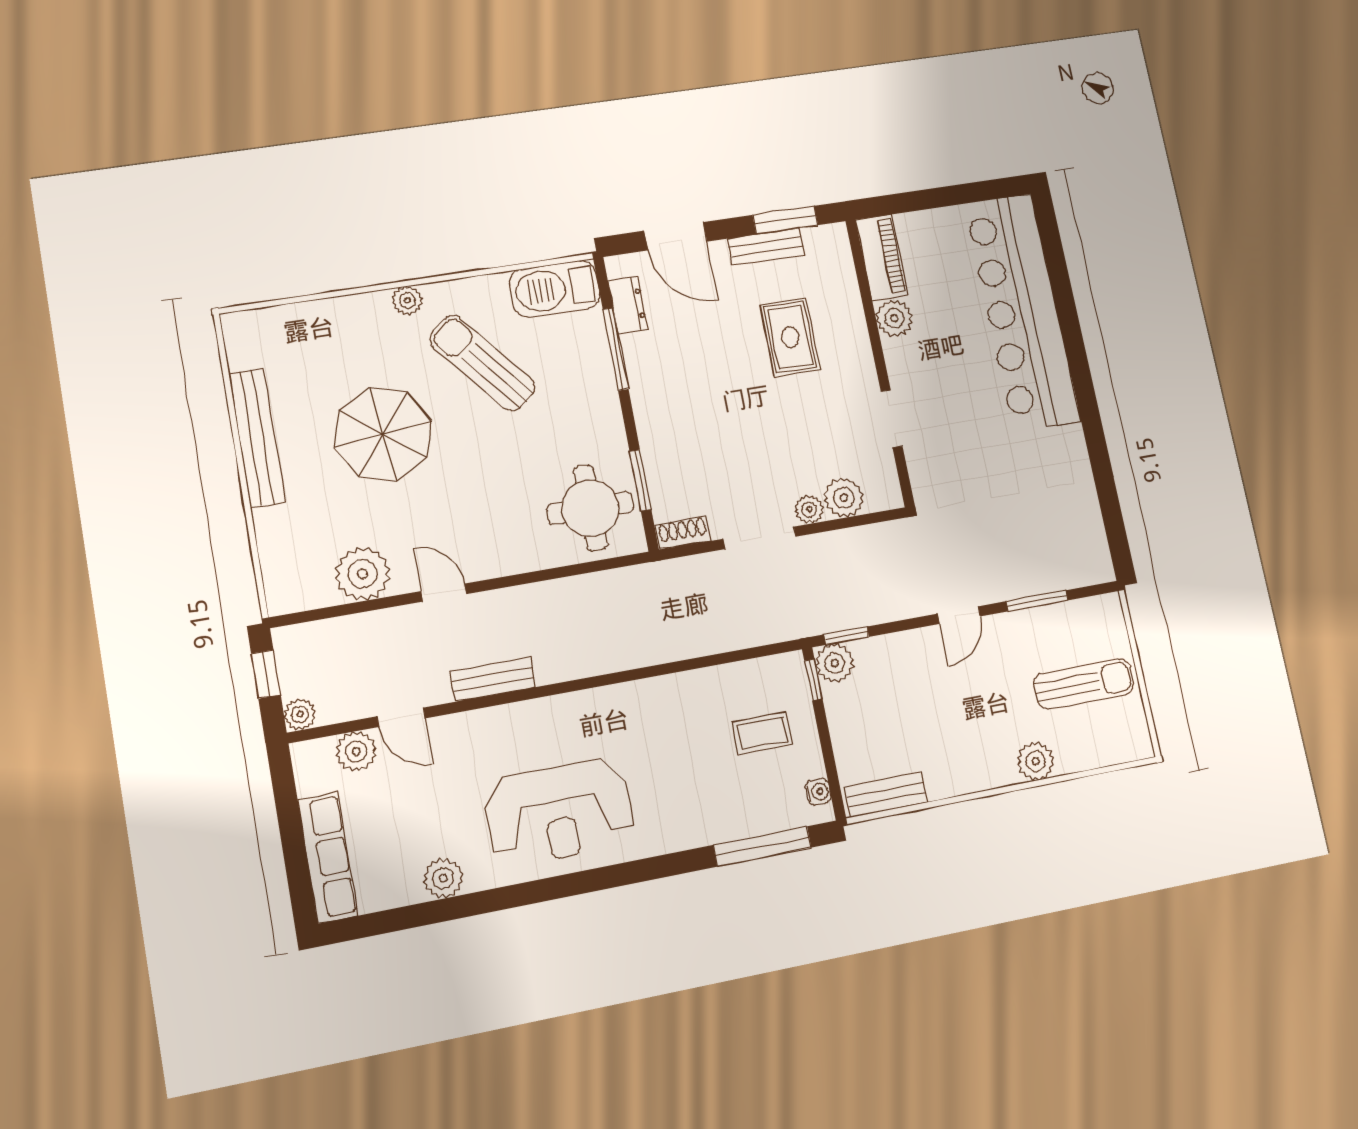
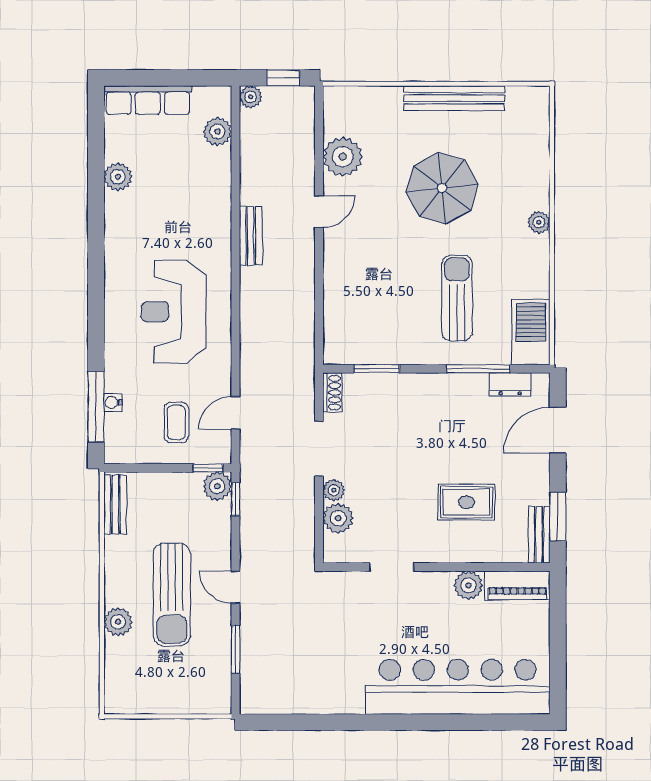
bench: (766, 247) -> (539, 535), moved
sun lounger: (482, 363) -> (457, 298), moved, turned -51
round table: (590, 508) -> (362, 328), removed
sun lounger: (1084, 684) -> (172, 595), moved, width x1.36, depth x1.34
door: (402, 717) -> (236, 413), moved
water cooler: (818, 792) -> (113, 402), moved, turned 90
reception desk: (559, 812) -> (174, 312), moved

